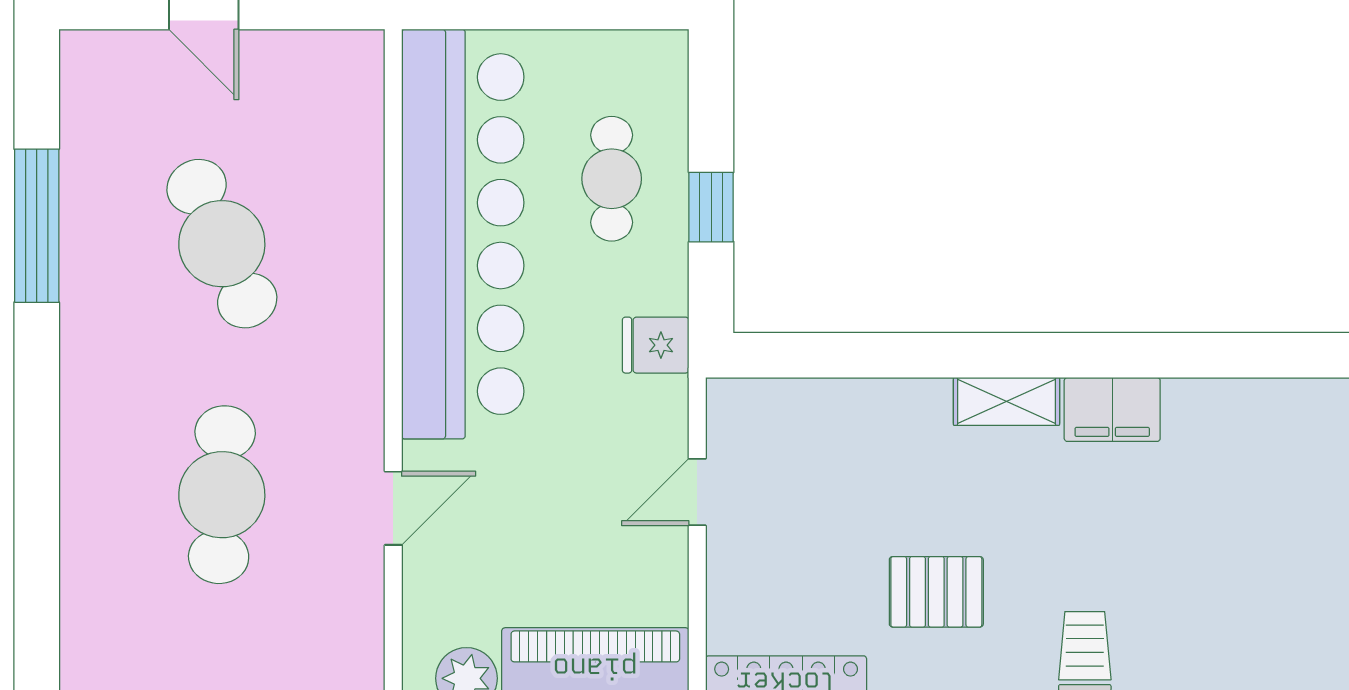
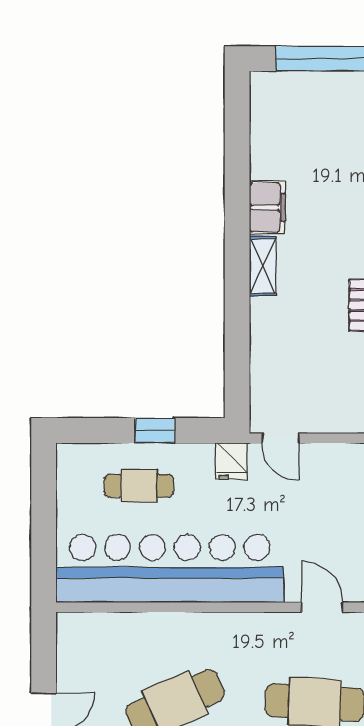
door: (697, 492) -> (280, 438), moved

